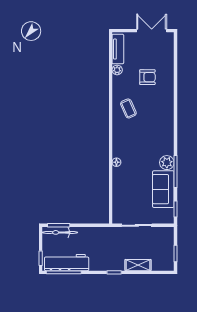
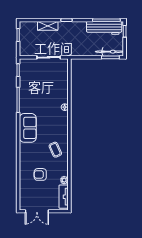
plant: (167, 163) -> (25, 107), removed
sofa: (163, 189) -> (28, 128), moved

